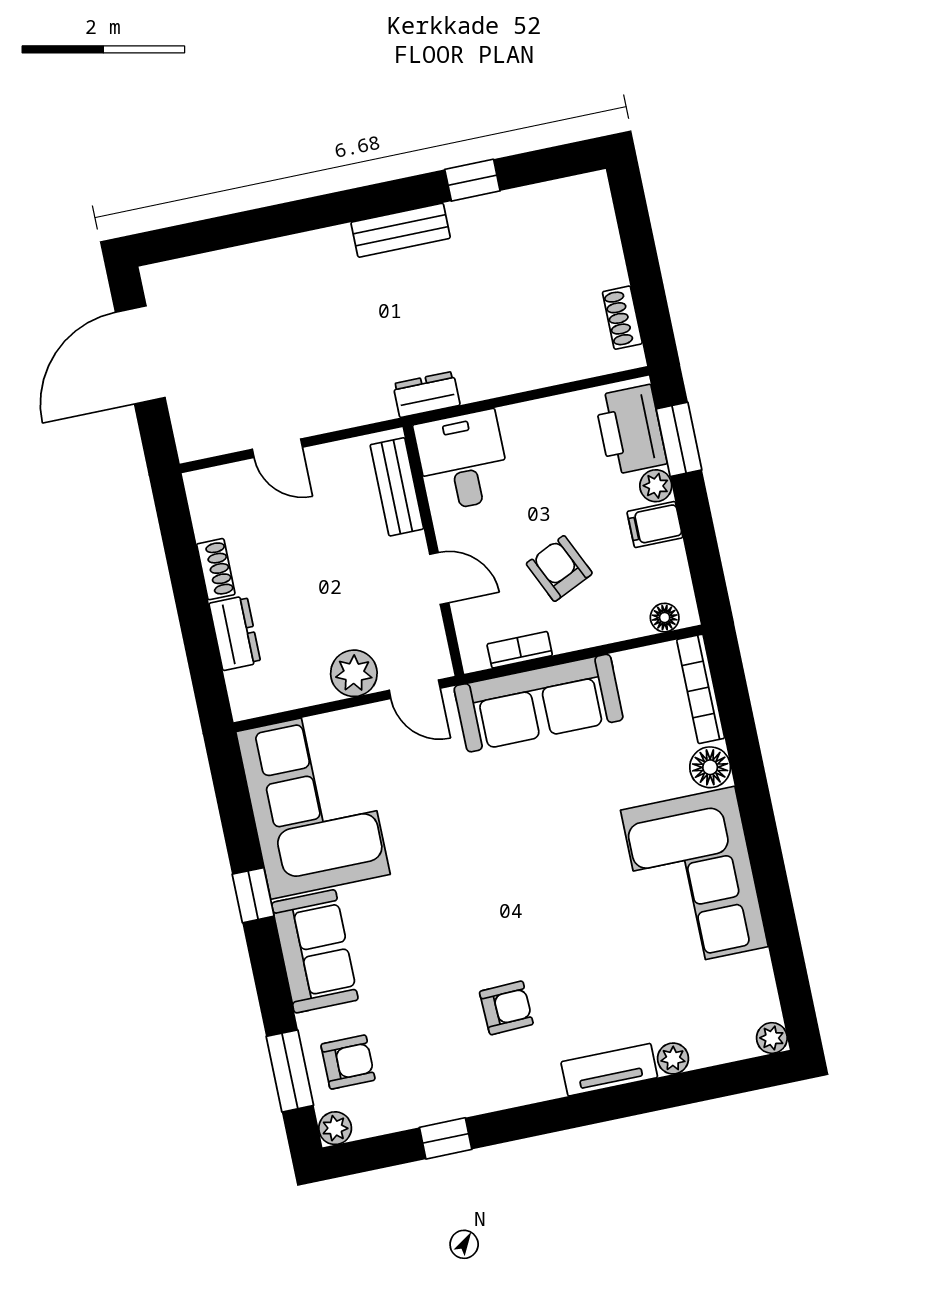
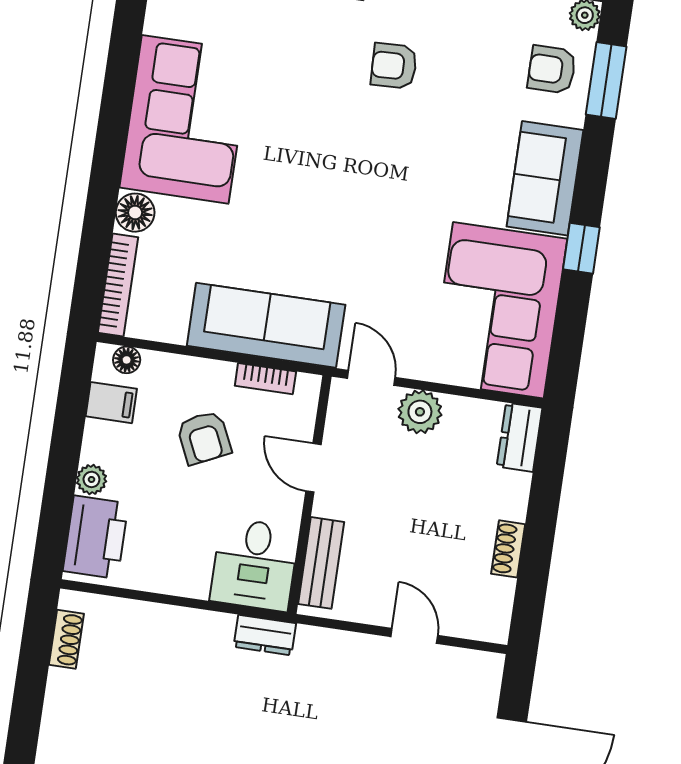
window: (679, 439) -> (56, 513), removed
filing cabinet: (655, 525) -> (111, 403), moved
dresser: (235, 633) -> (519, 437), moved

